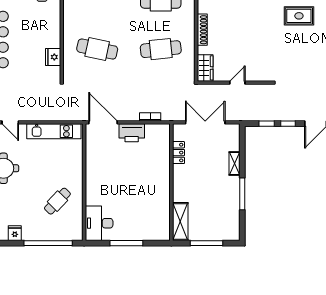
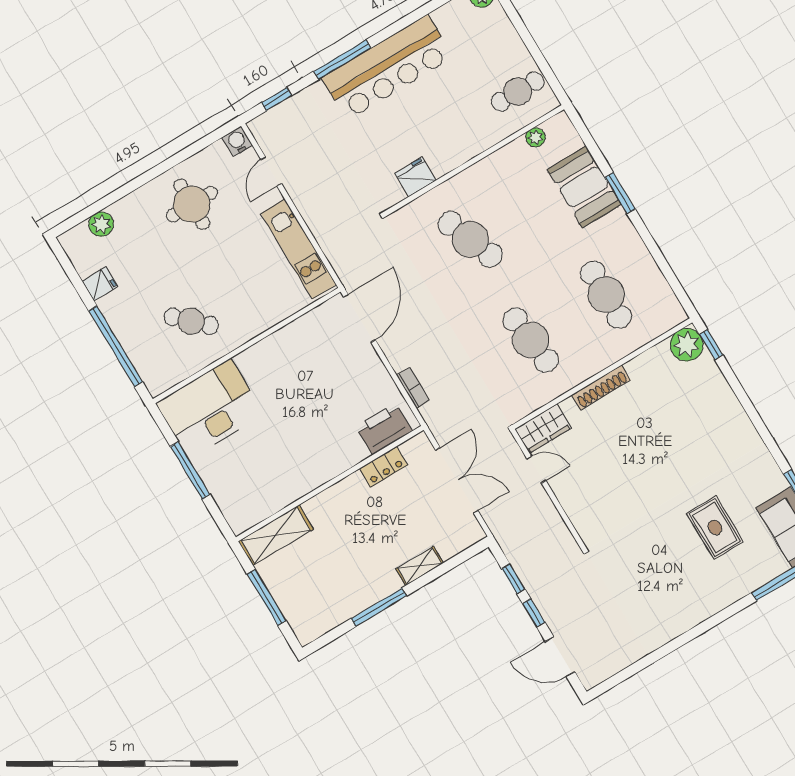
cafe table: (97, 49) -> (470, 239), turned -33
door: (237, 83) -> (536, 470), moved
printer: (132, 133) -> (384, 429), moved, turned 90
desk: (99, 223) -> (210, 409), width x1.36, depth x1.30

